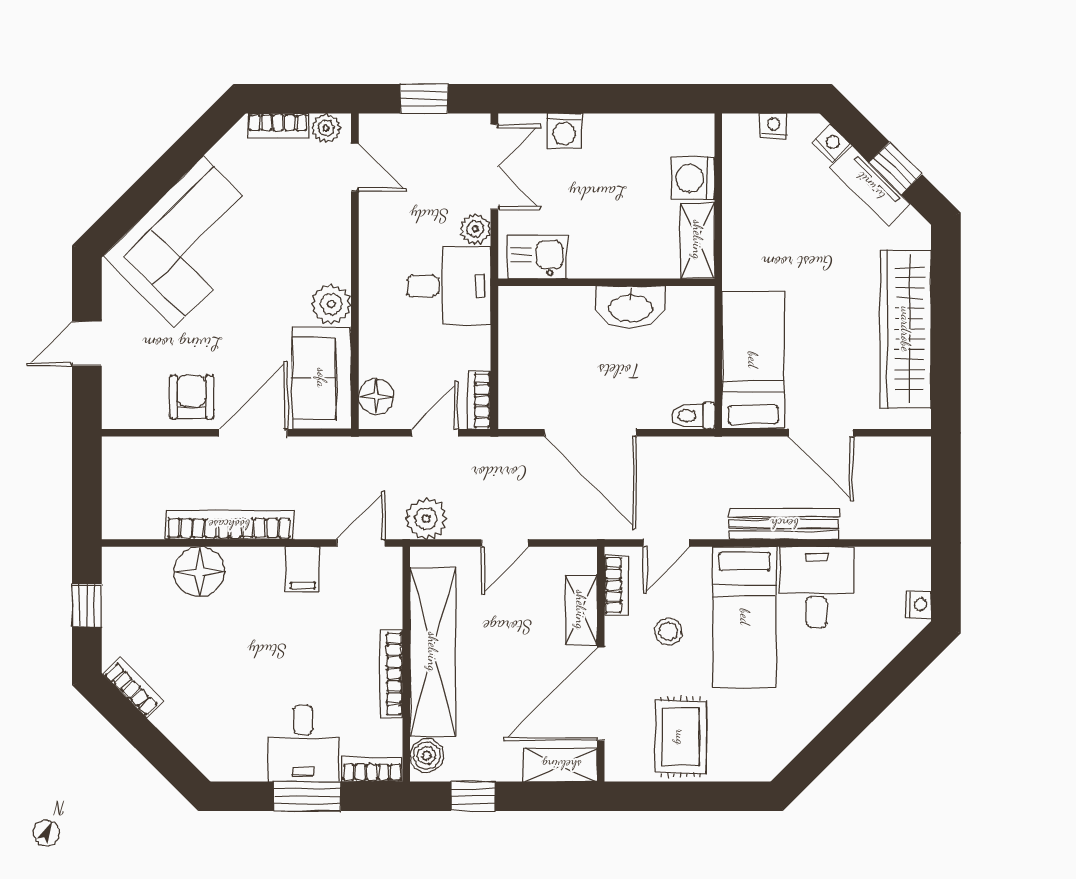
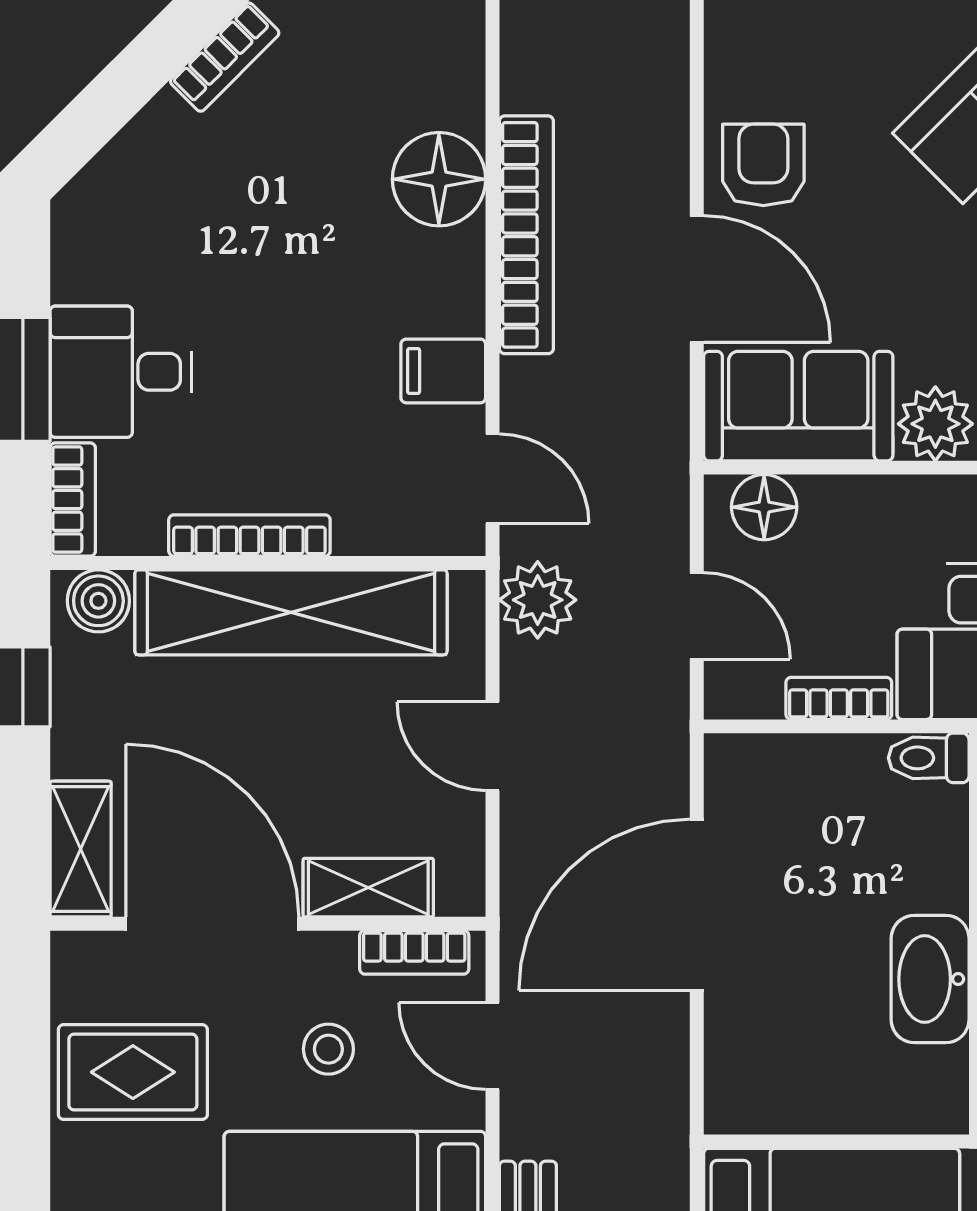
armchair: (192, 397) -> (763, 165), turned -90
bookcase: (479, 401) -> (839, 698), moved
toilet: (693, 416) -> (929, 758), moved, turned -90

